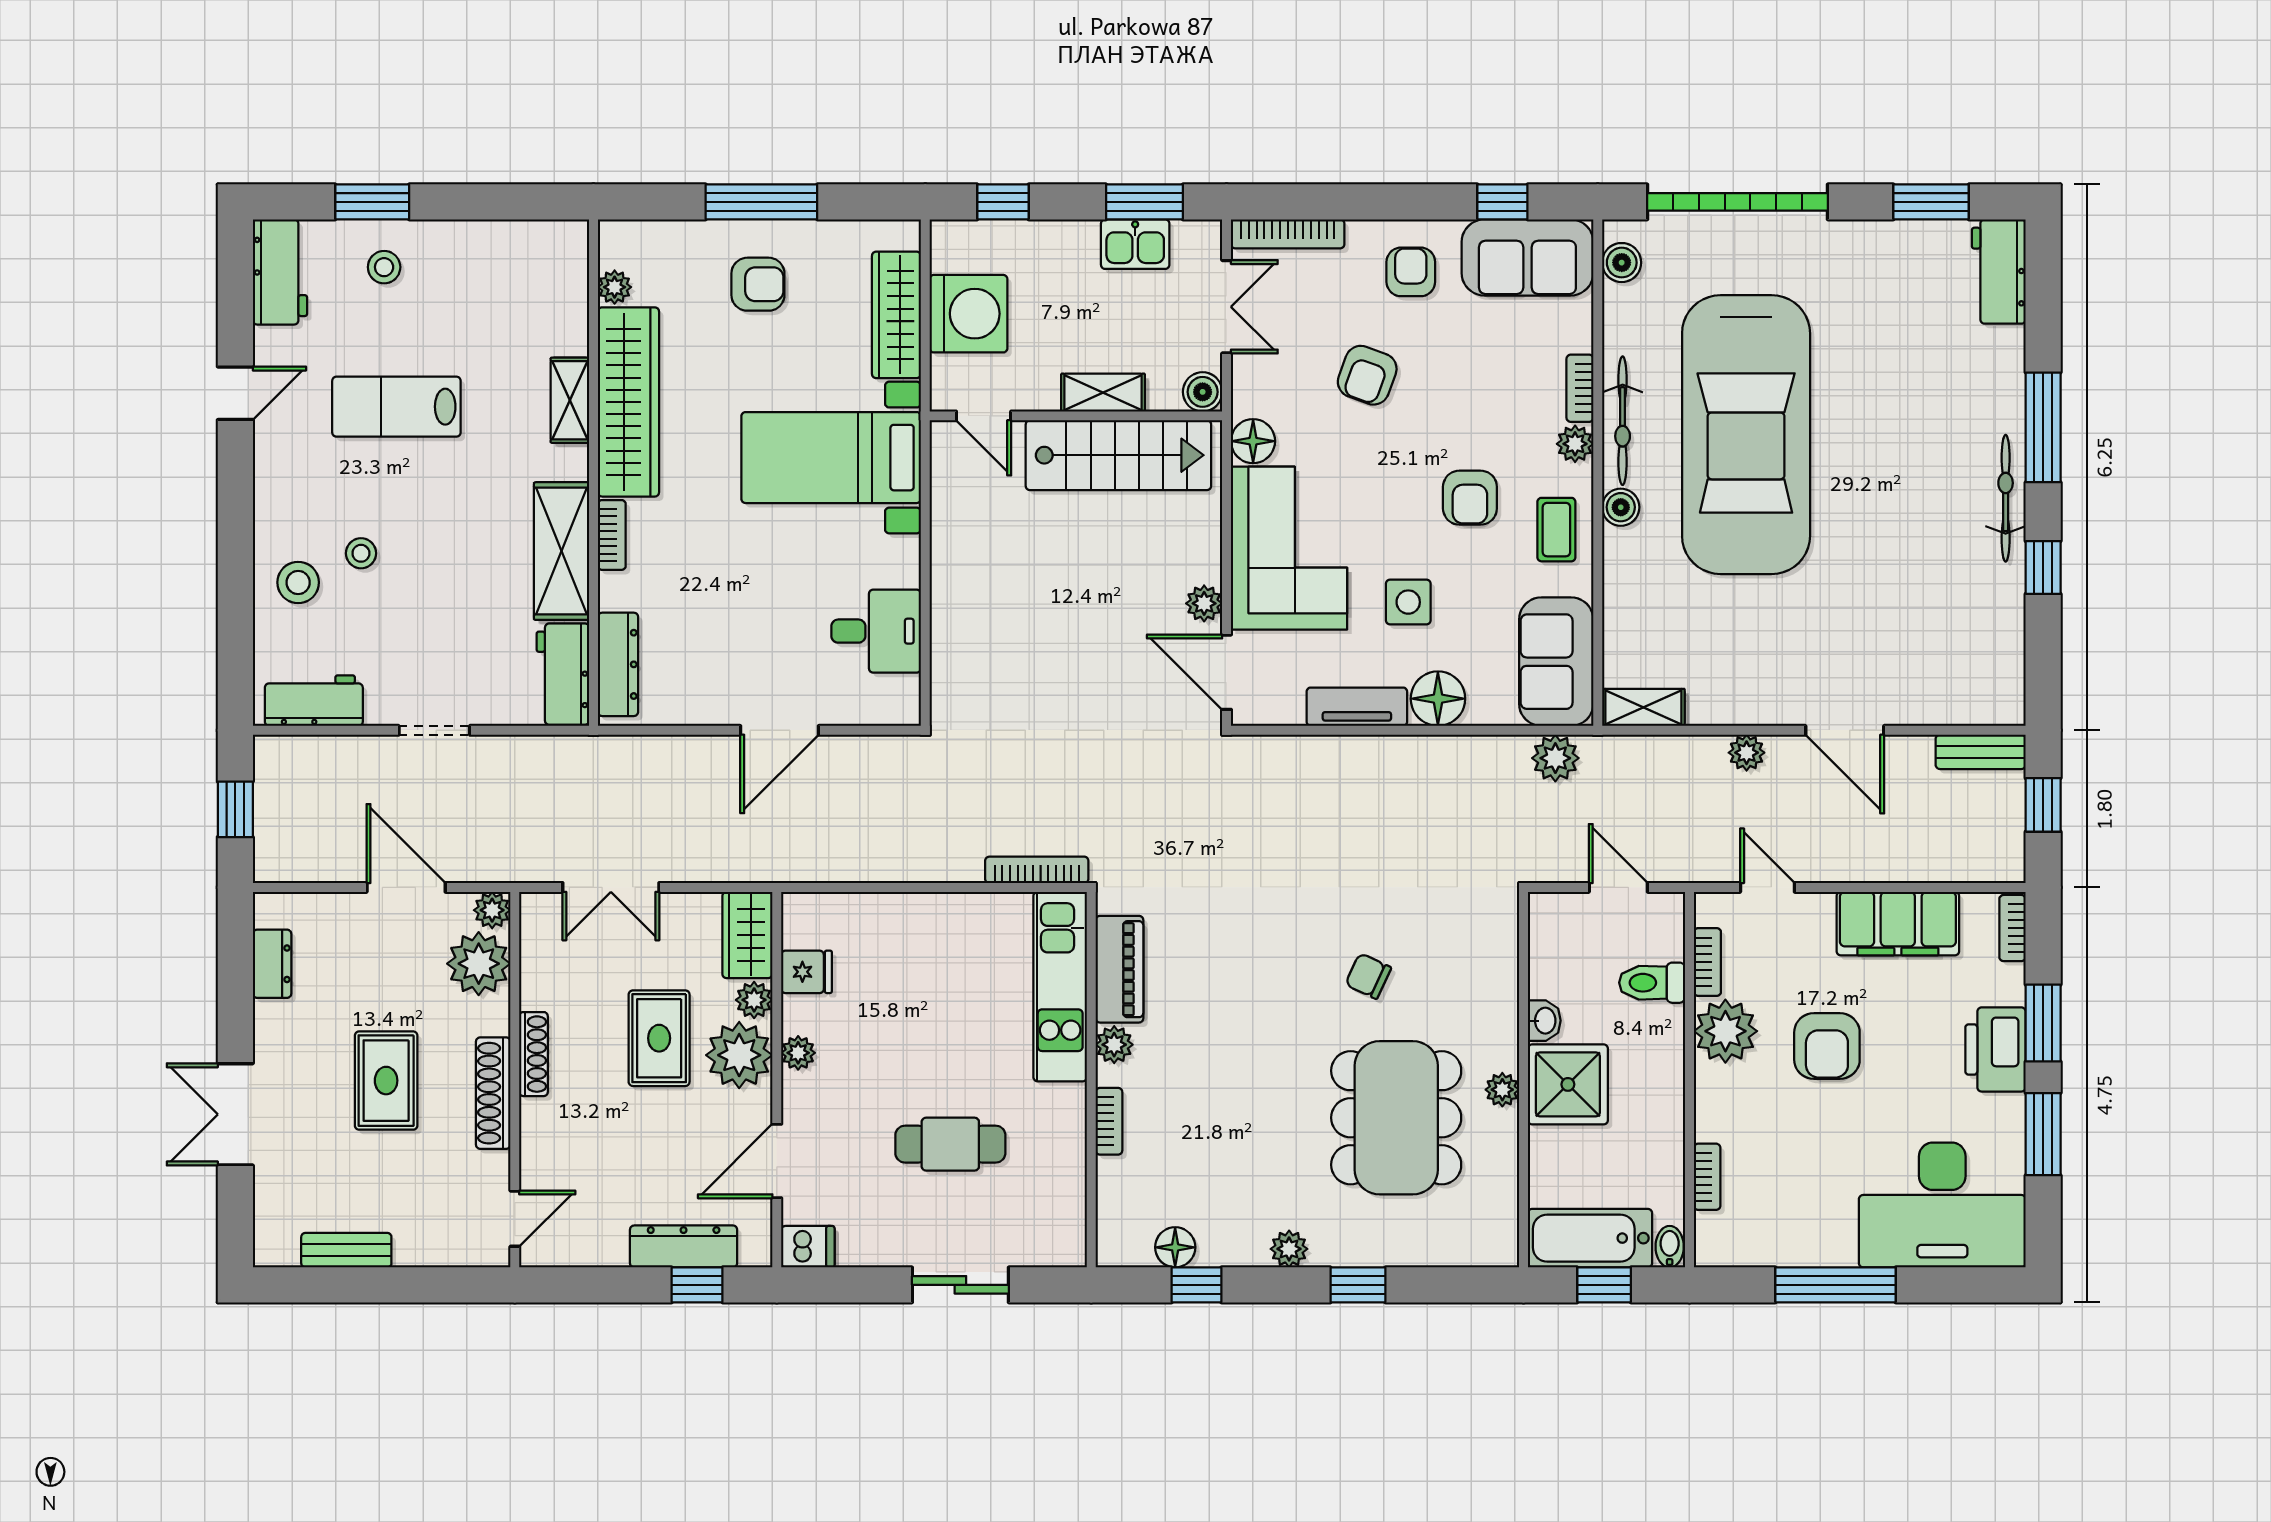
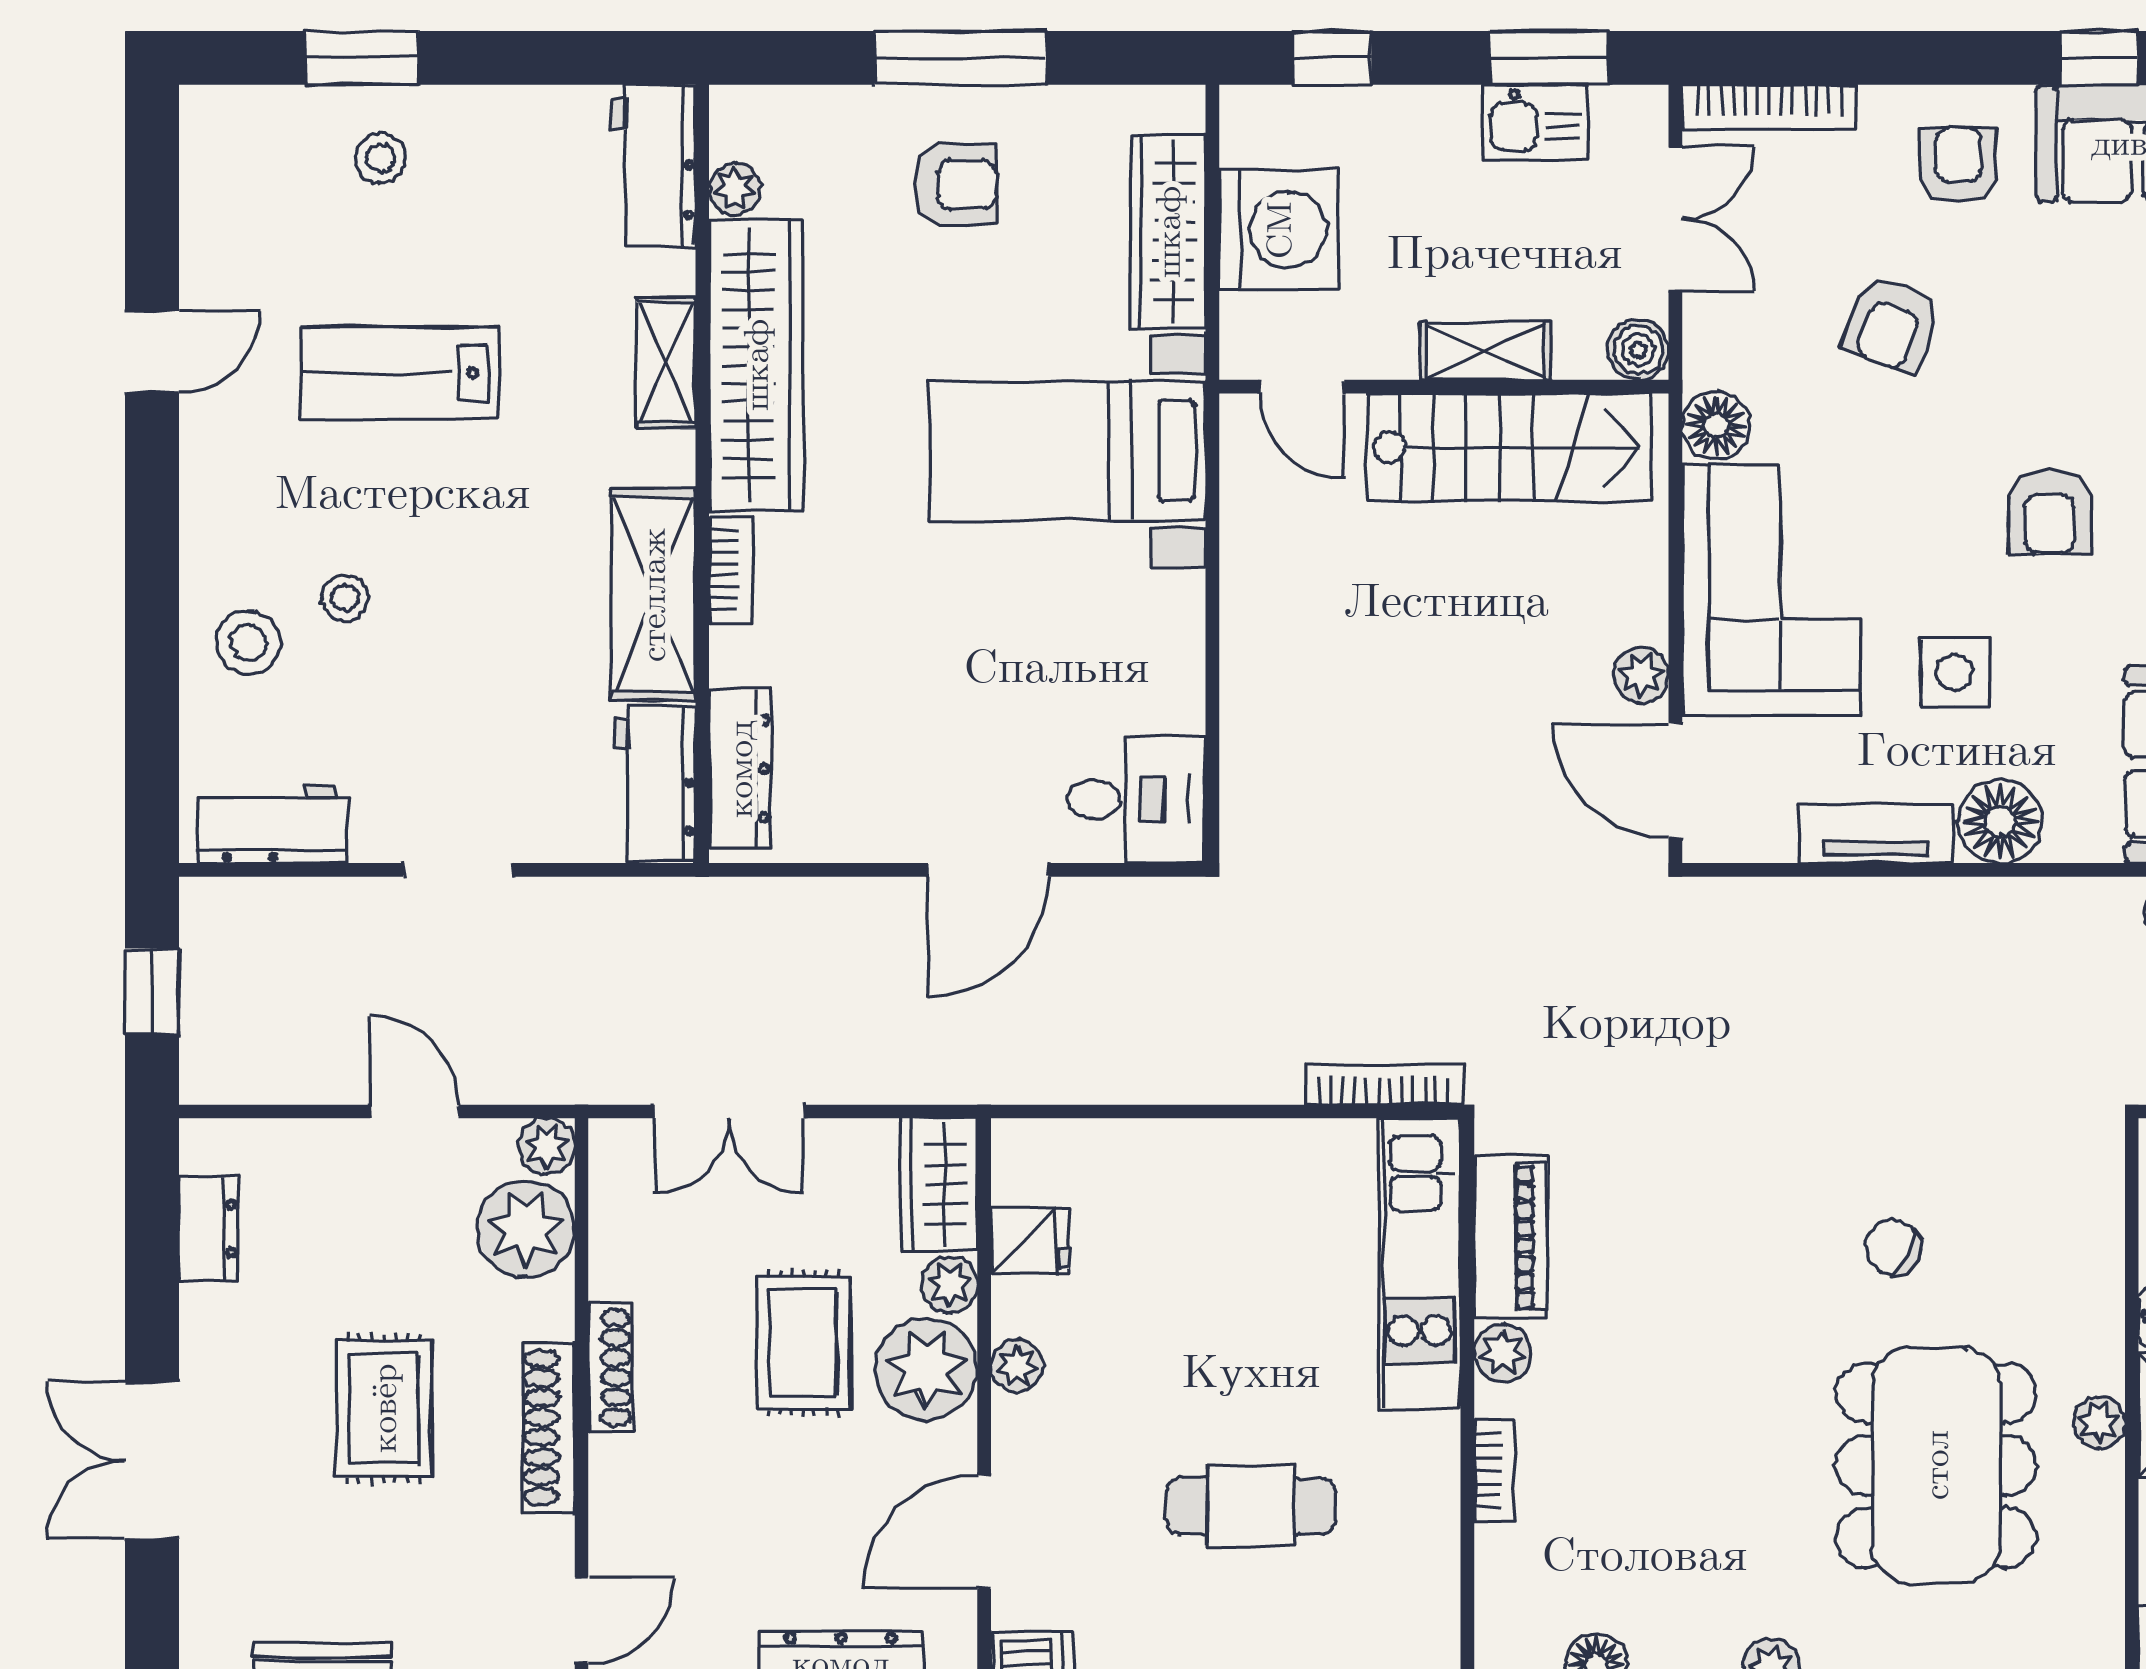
workbench: (280, 272) -> (654, 166), moved, turned 180
desk: (876, 631) -> (1137, 799), moved
door: (406, 887) -> (414, 1111), width x0.73

